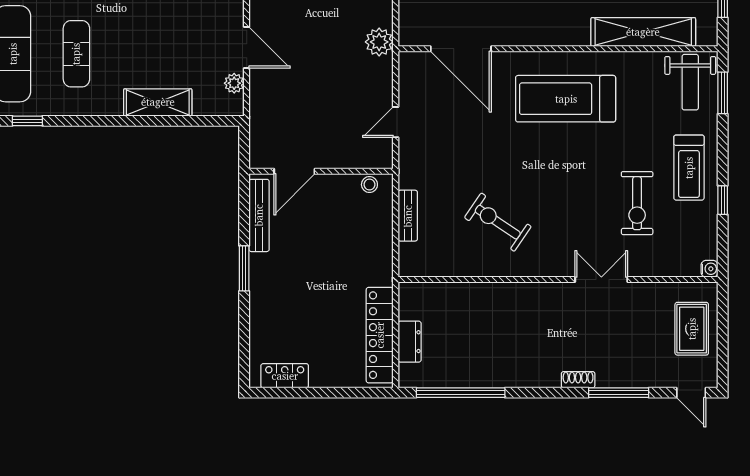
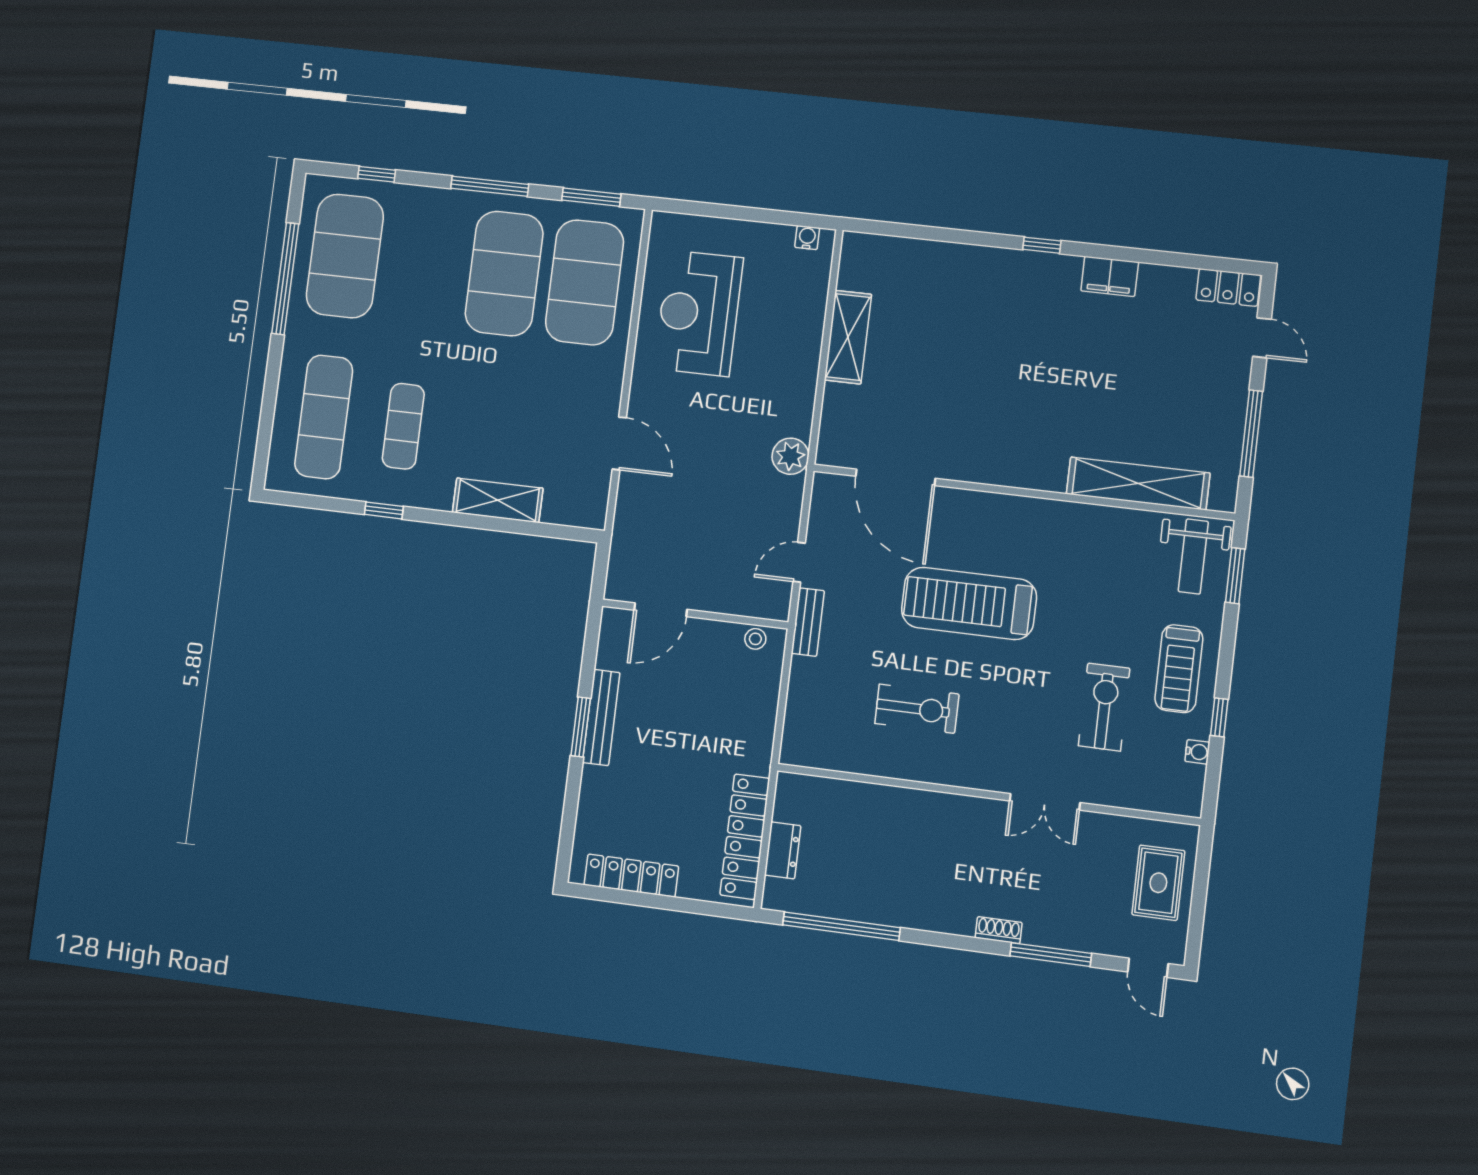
plant: (234, 83) -> (598, 487), removed
treadmill: (566, 99) -> (969, 603), moved
window: (27, 121) -> (384, 510), moved
exercise bike: (637, 203) -> (1104, 707), turned 180
bench: (259, 215) -> (601, 717), moved
bench: (408, 216) -> (808, 622), moved
exercise bike: (498, 222) -> (917, 709), turned 146
water cooler: (709, 269) -> (1197, 752), moved
double door: (601, 280) -> (1045, 802), swing flipped
locker: (285, 376) -> (631, 875), width x1.53

